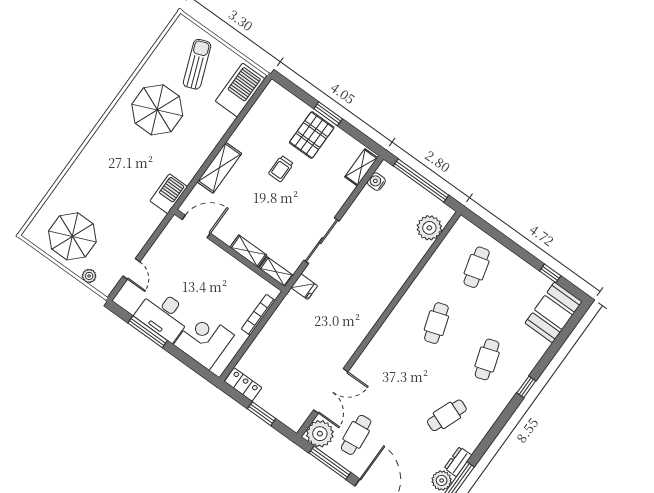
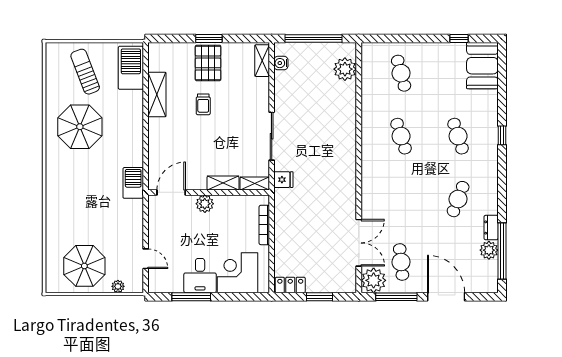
shelving: (219, 168) -> (157, 95), moved
plant: (219, 258) -> (205, 204), added
desk: (164, 315) -> (200, 276), width x0.73

